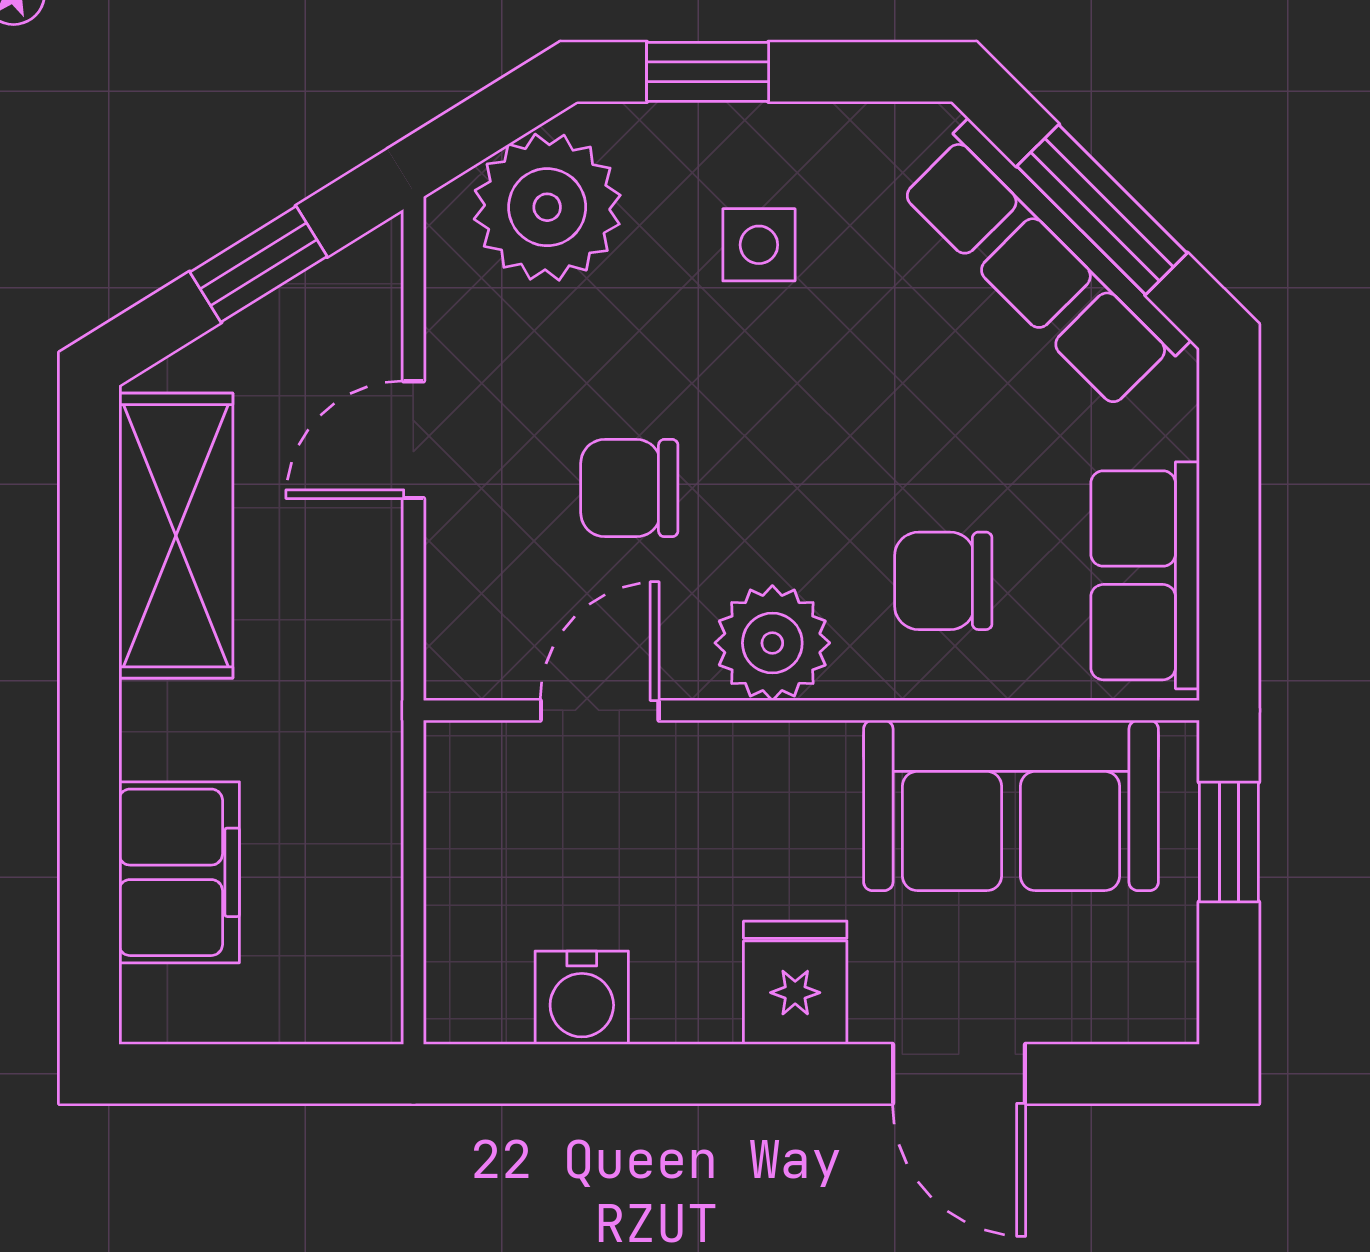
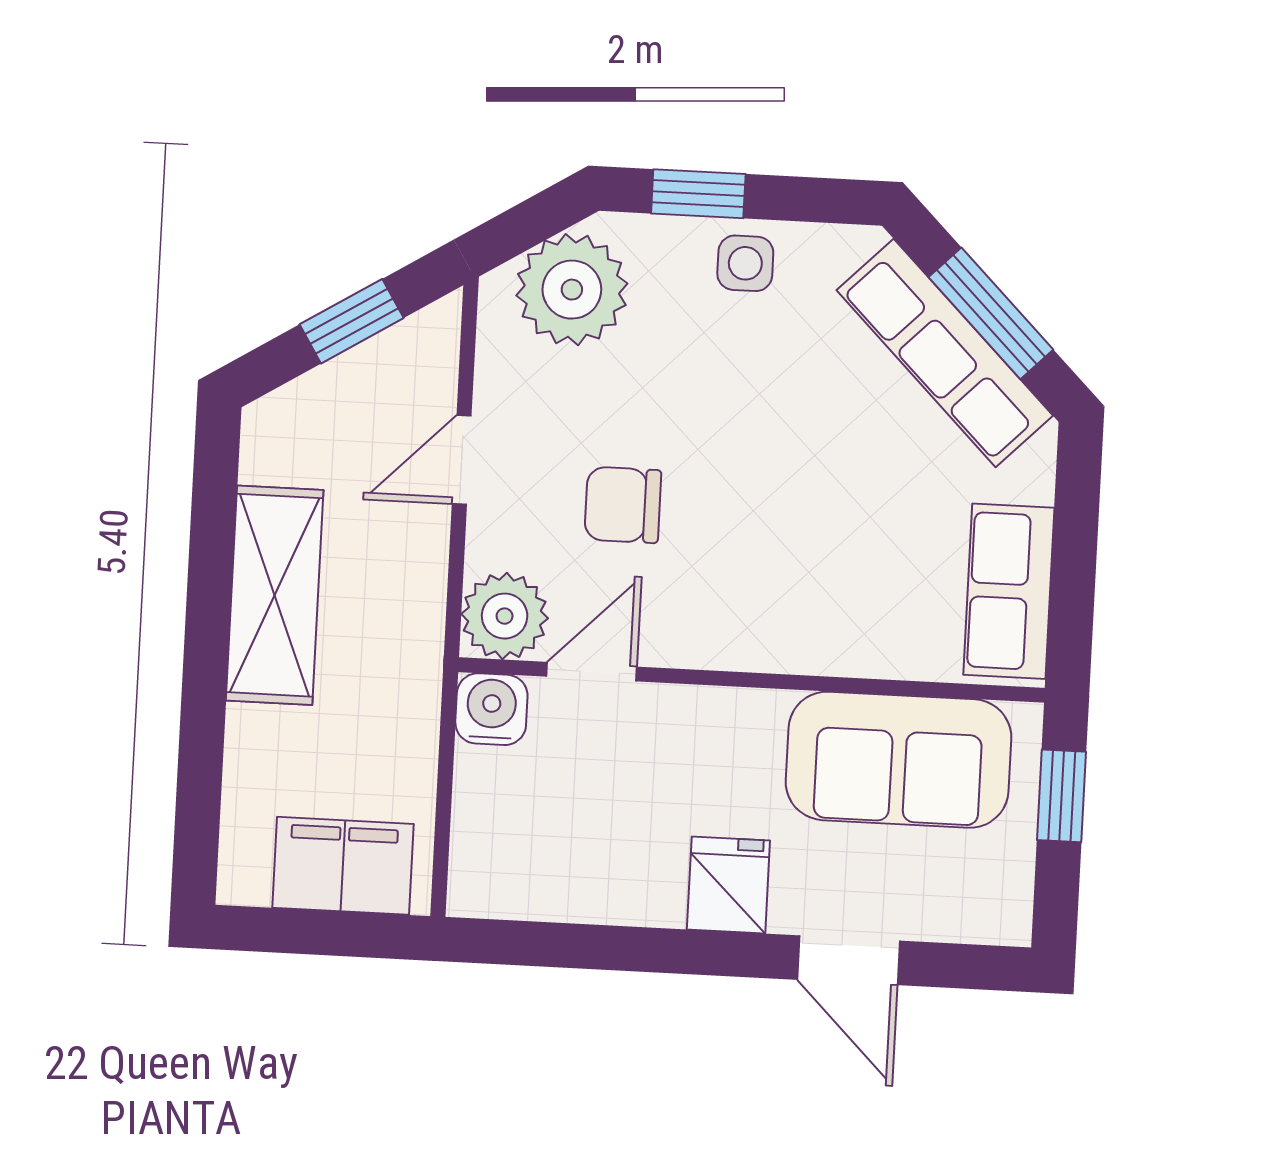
side table: (759, 245) -> (745, 263), moved
shelving: (176, 536) -> (275, 595), moved
chair: (943, 581) -> (856, 587), removed
plant: (772, 643) -> (505, 616), moved
filing cabinet: (179, 872) -> (343, 866), moved, turned -90
water cooler: (582, 998) -> (491, 709), moved, turned 180

